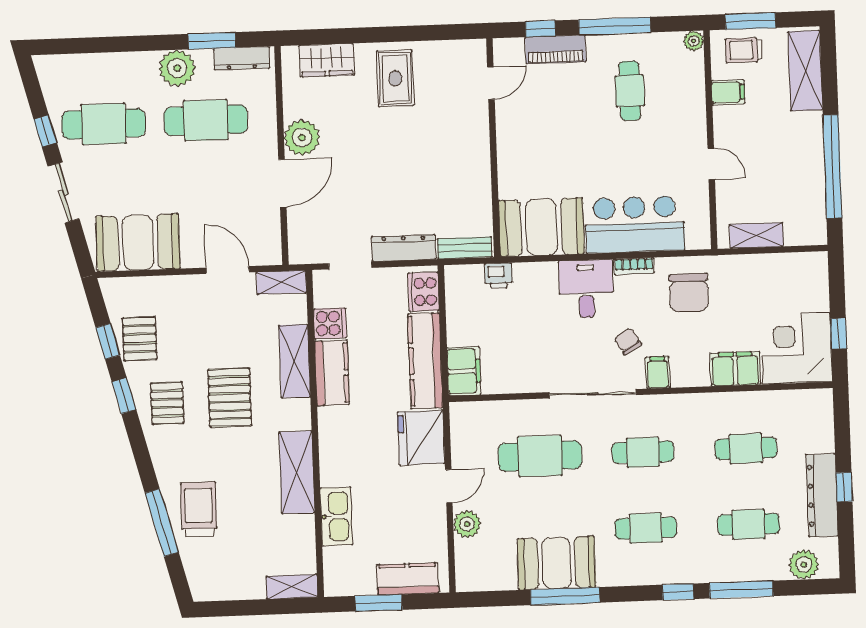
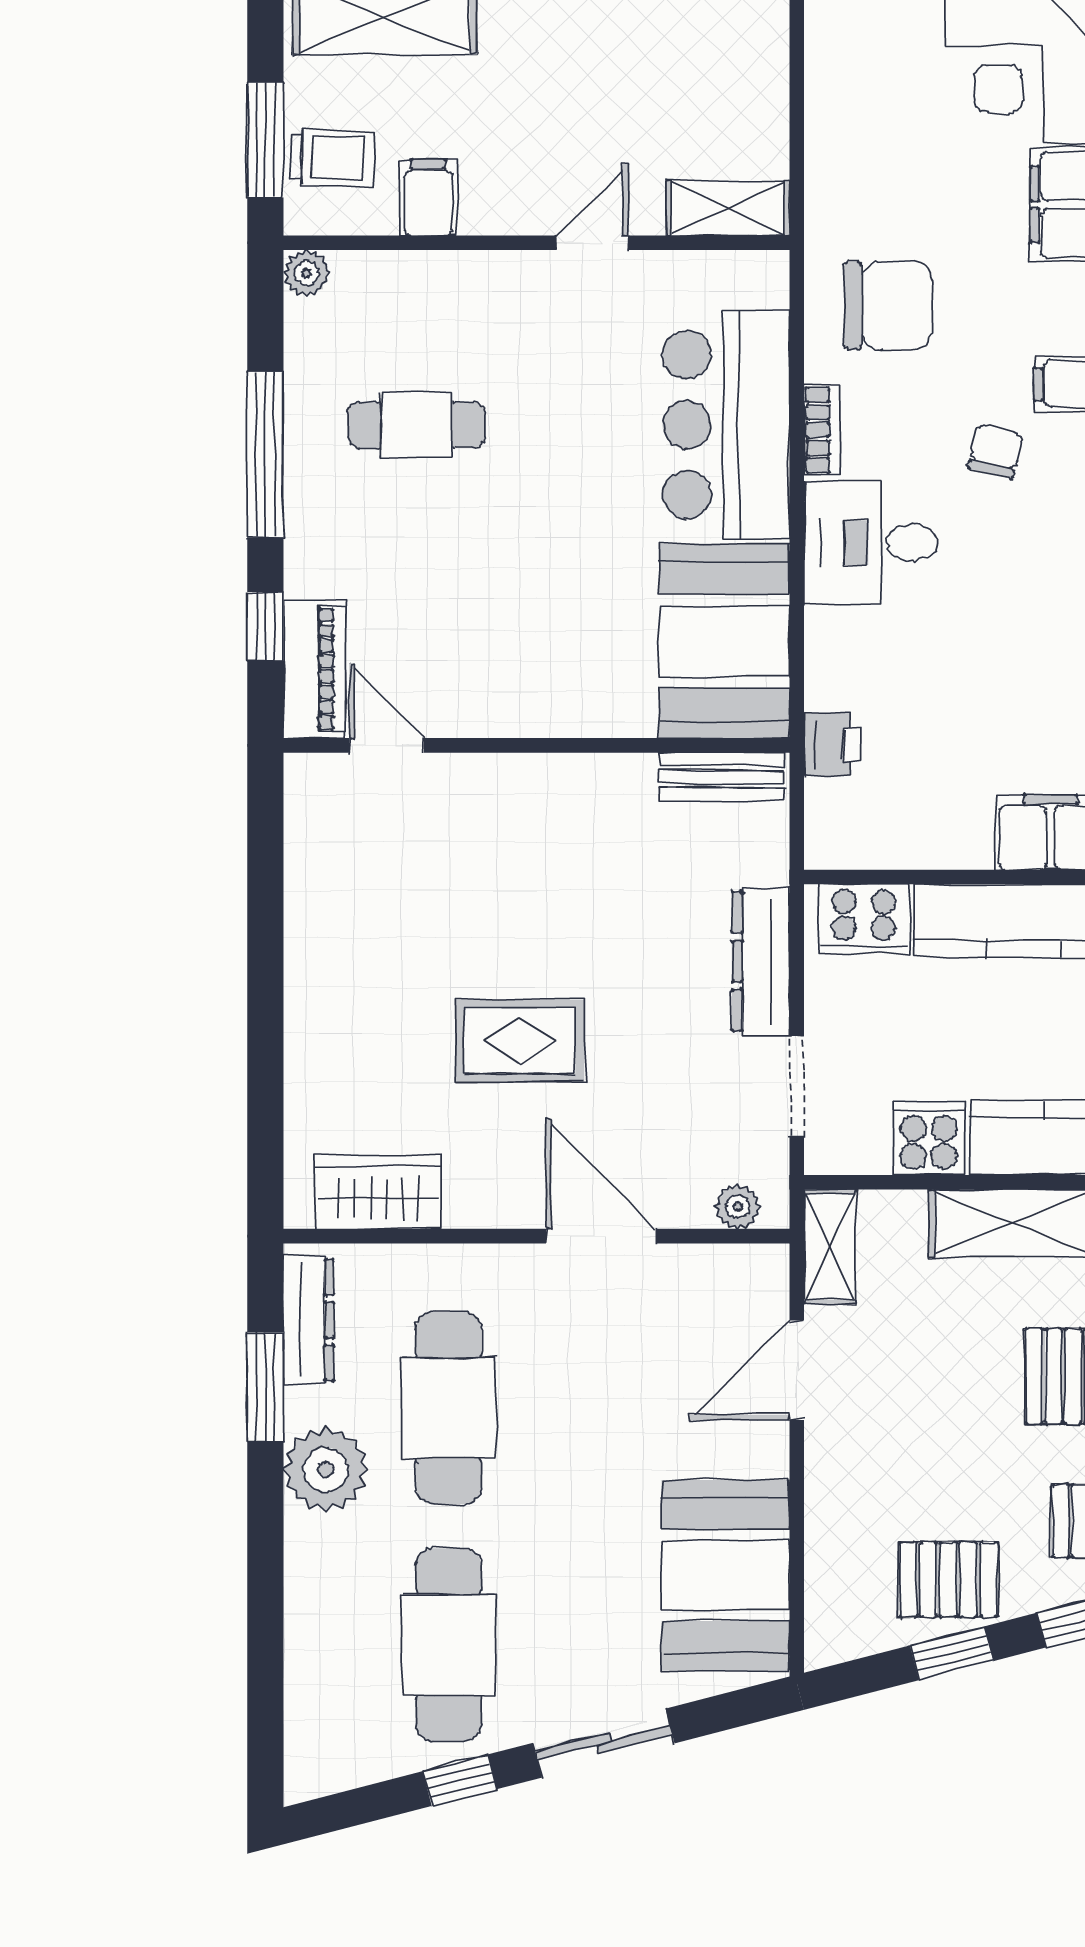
piano: (556, 49) -> (314, 669), moved
trolley: (744, 50) -> (332, 158), turned -88
wardrobe: (327, 60) -> (378, 1192), moved, turned -90
rug: (395, 78) -> (520, 1041), moved
plant: (302, 138) -> (738, 1207), moved, width x0.53, depth x0.53
shelving: (756, 236) -> (728, 208), moved, turned 90
bench: (465, 248) -> (722, 777), moved, turned 90
chair: (628, 341) -> (995, 451), turned 135

